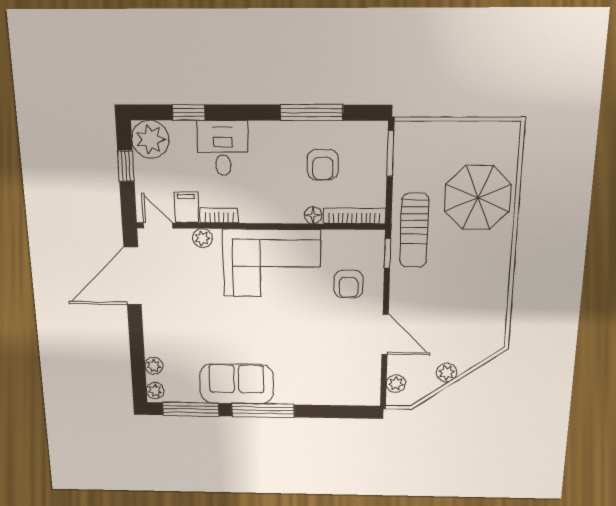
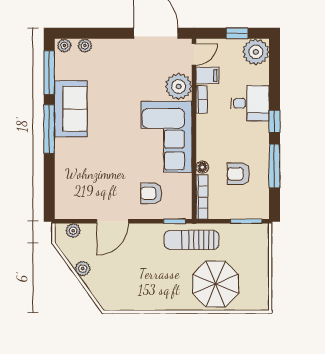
window: (189, 112) -> (274, 121), moved
plant: (202, 238) -> (179, 86), width x1.87, depth x1.87

